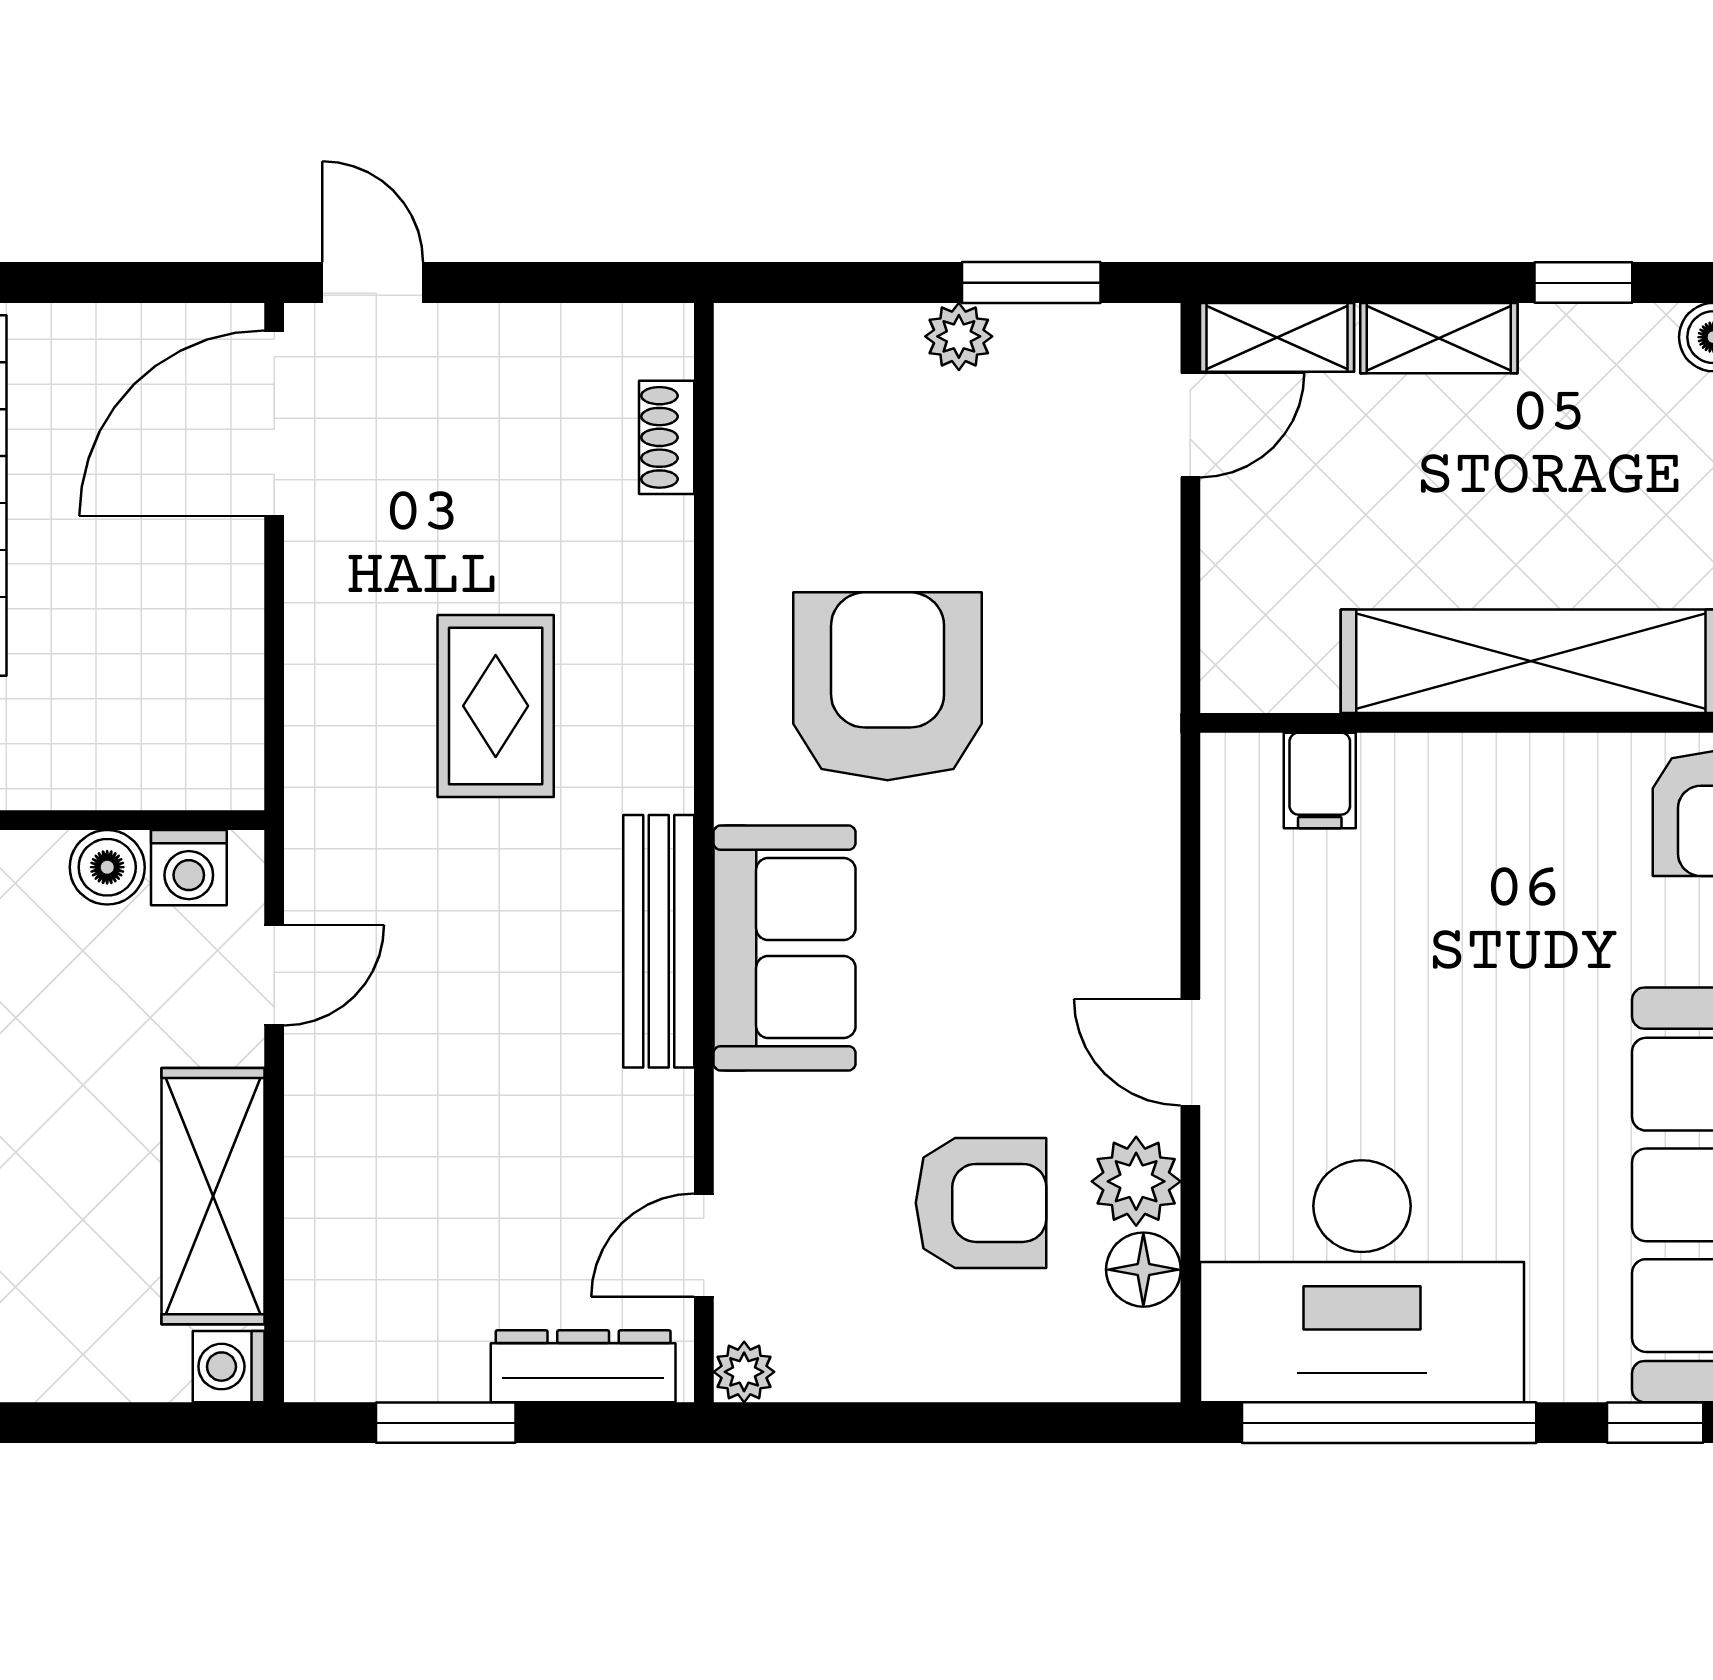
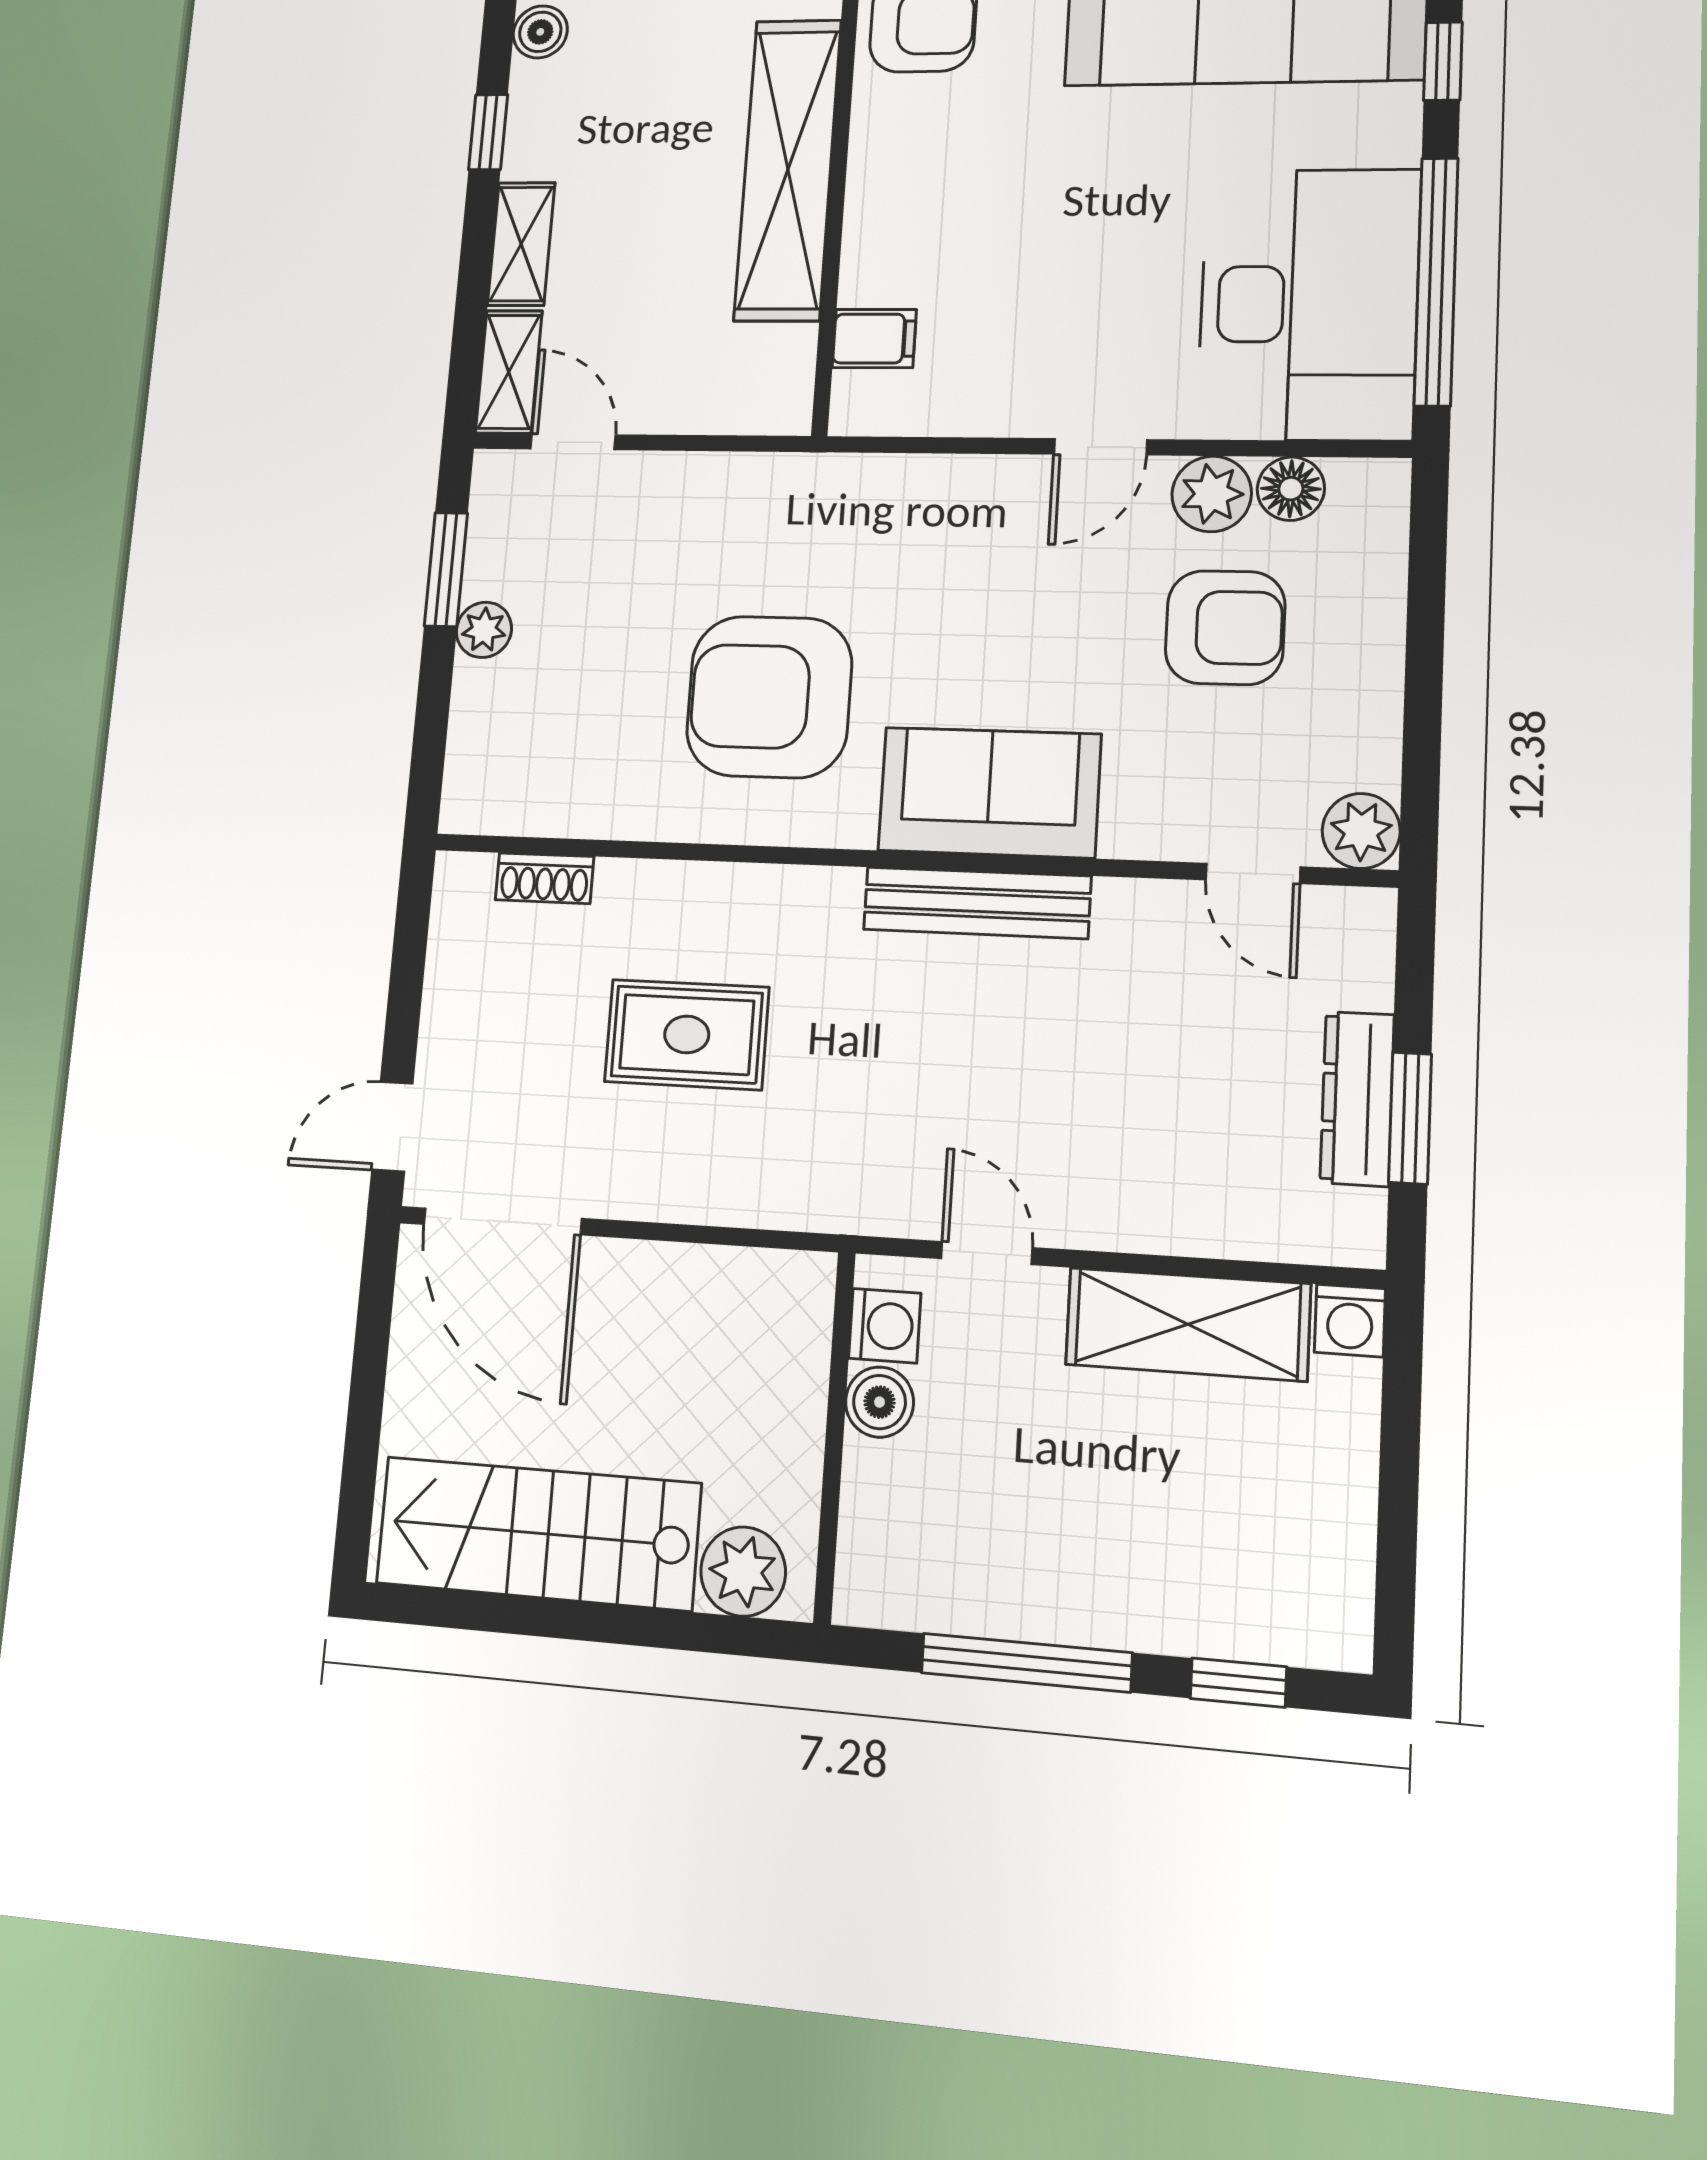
rug: (496, 706) -> (687, 1035), moved
armchair: (981, 1203) -> (1225, 628), turned 90
dresser: (583, 1366) -> (1357, 1099), moved
plant: (744, 1372) -> (1361, 831), width x1.38, depth x1.38

